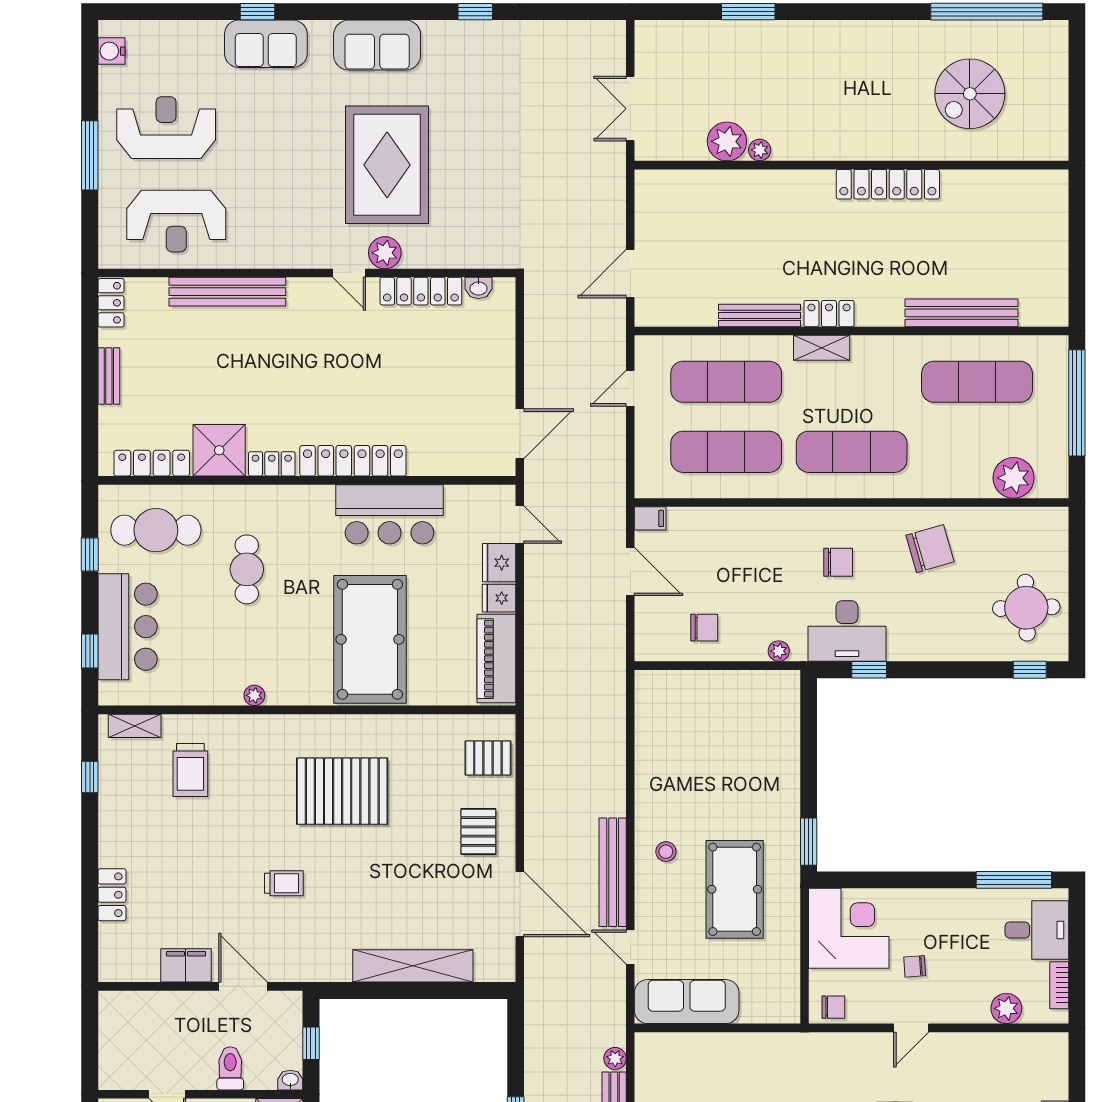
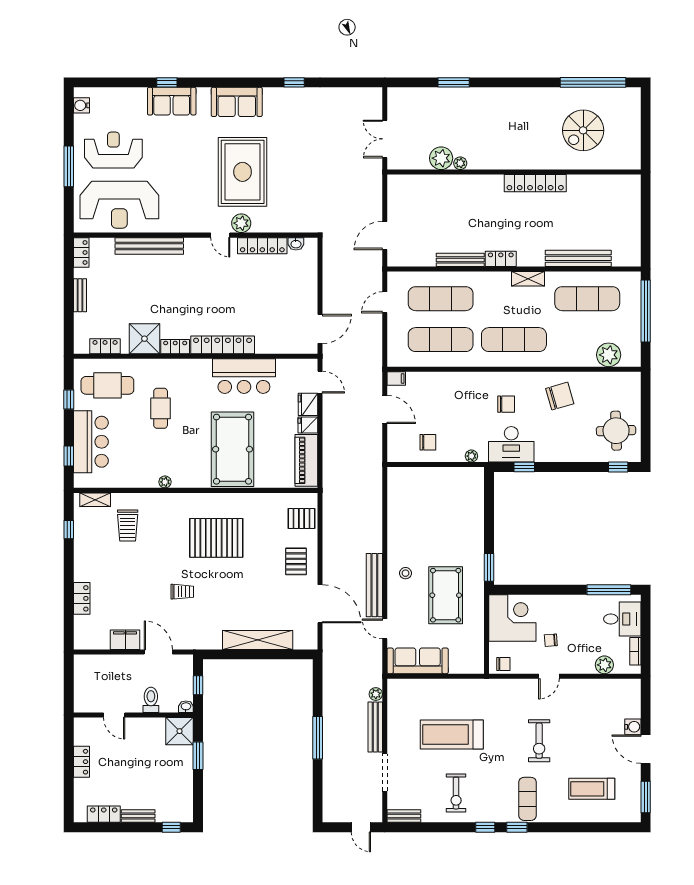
reception desk: (176, 221) -> (119, 205), width x1.36, depth x1.30
shelving: (822, 348) -> (528, 279), moved
locker: (152, 463) -> (105, 346), width x0.66

